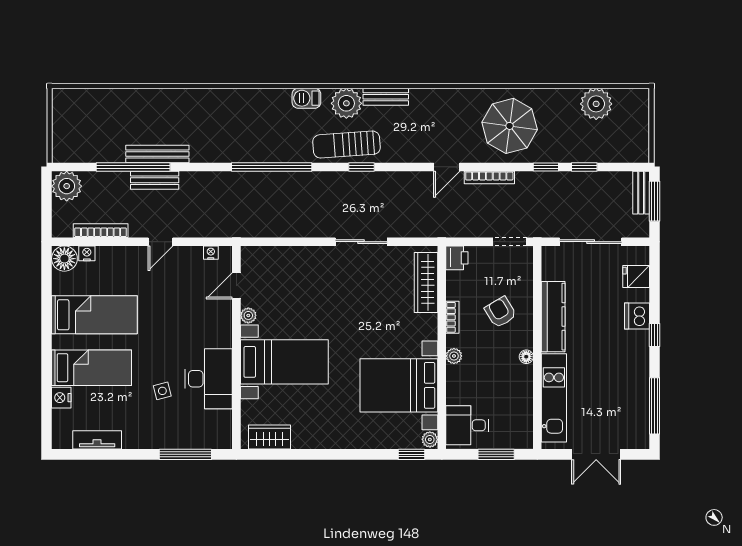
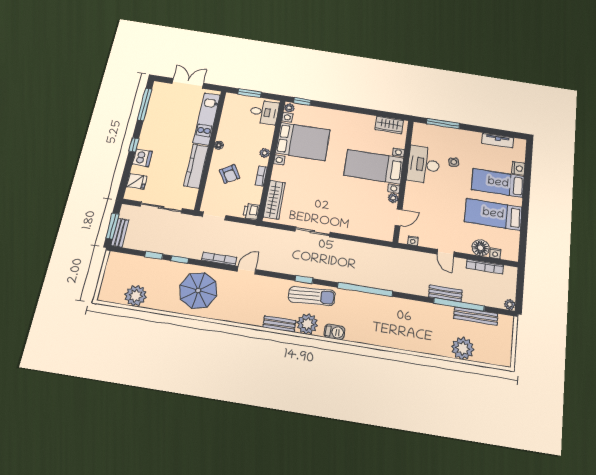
plant: (122, 104) -> (463, 348), added
bench: (157, 154) -> (476, 316), moved
plant: (67, 186) -> (510, 305), width x0.53, depth x0.53
door: (160, 242) -> (445, 253), swing flipped
floor lamp: (64, 259) -> (481, 248), moved

